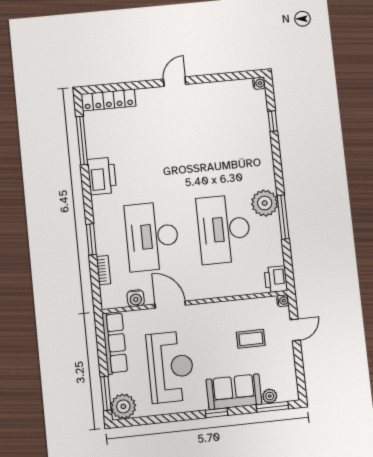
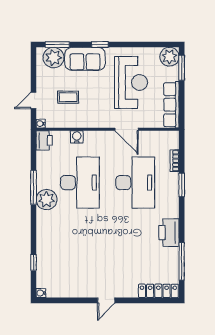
water cooler: (136, 298) -> (77, 137), moved
reception desk: (171, 367) -> (131, 82), turned 180
plant: (270, 396) -> (53, 58), width x1.88, depth x1.88

